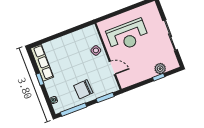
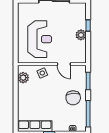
plant: (84, 34) -> (23, 78), added
door: (112, 68) -> (64, 64), swing flipped
plant: (160, 69) -> (81, 35), moved

